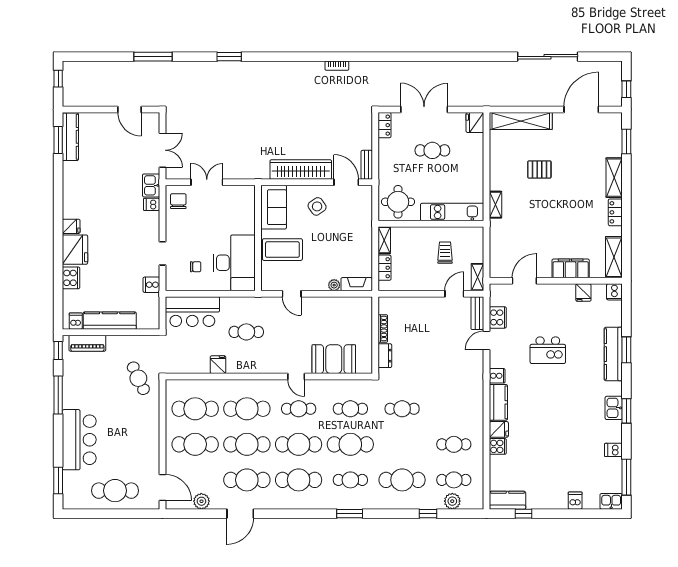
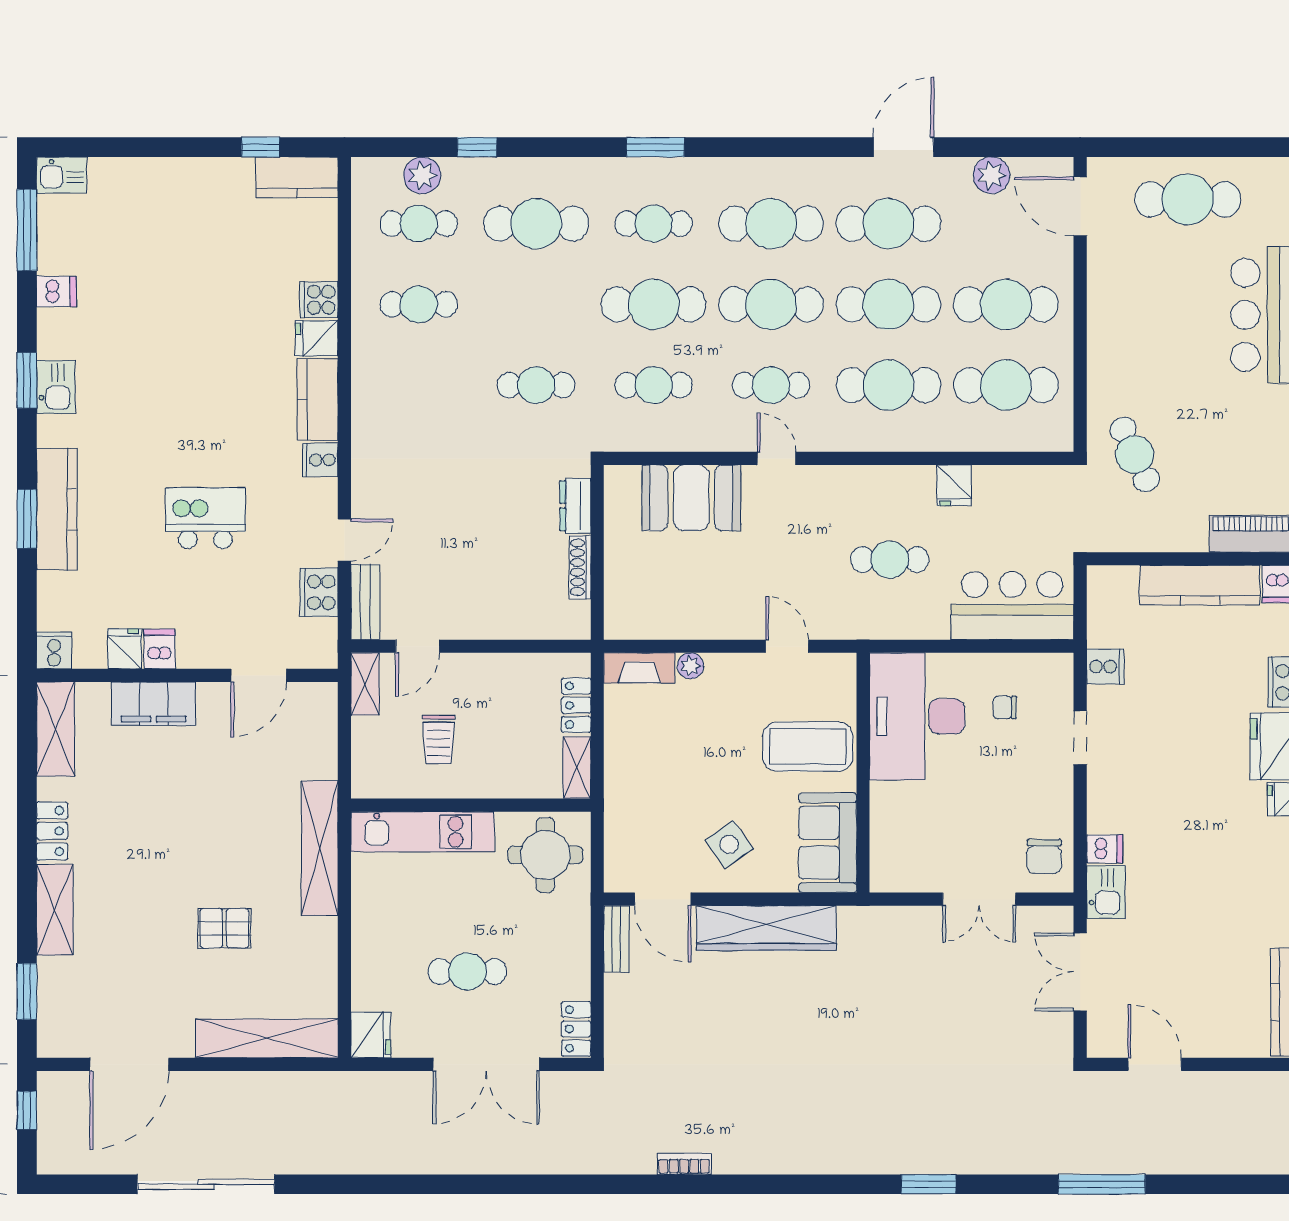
shelving: (495, 205) -> (320, 848), width x2.20, depth x1.33
dishwasher: (575, 501) -> (159, 649), moved, turned 180

